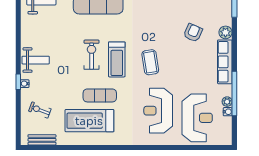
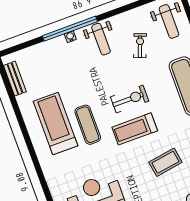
coffee table: (150, 62) -> (165, 162), moved
window: (18, 82) -> (70, 29), width x3.17
exercise bike: (40, 110) -> (140, 46), moved

